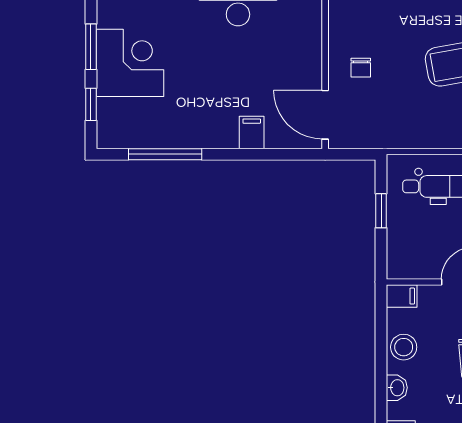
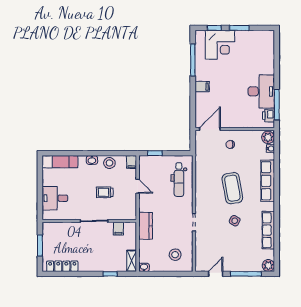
corner desk: (130, 63) -> (220, 45), moved
filing cabinet: (252, 133) -> (202, 87), moved
window: (381, 211) -> (155, 153), moved

